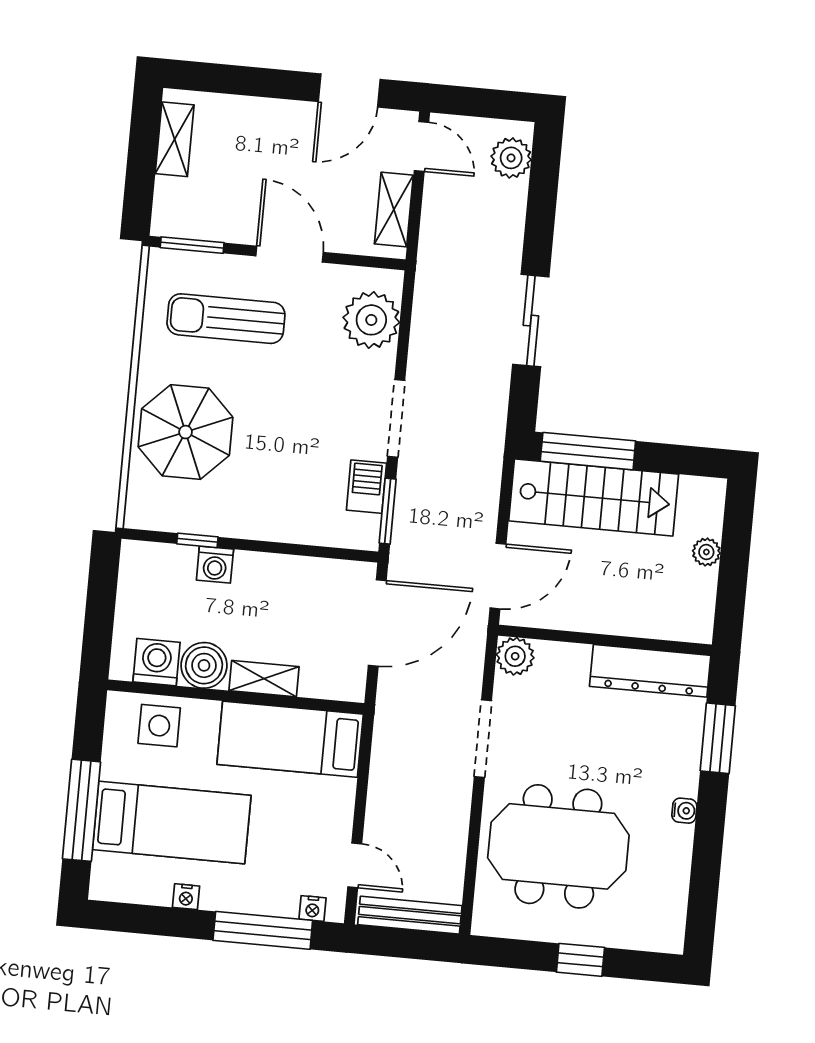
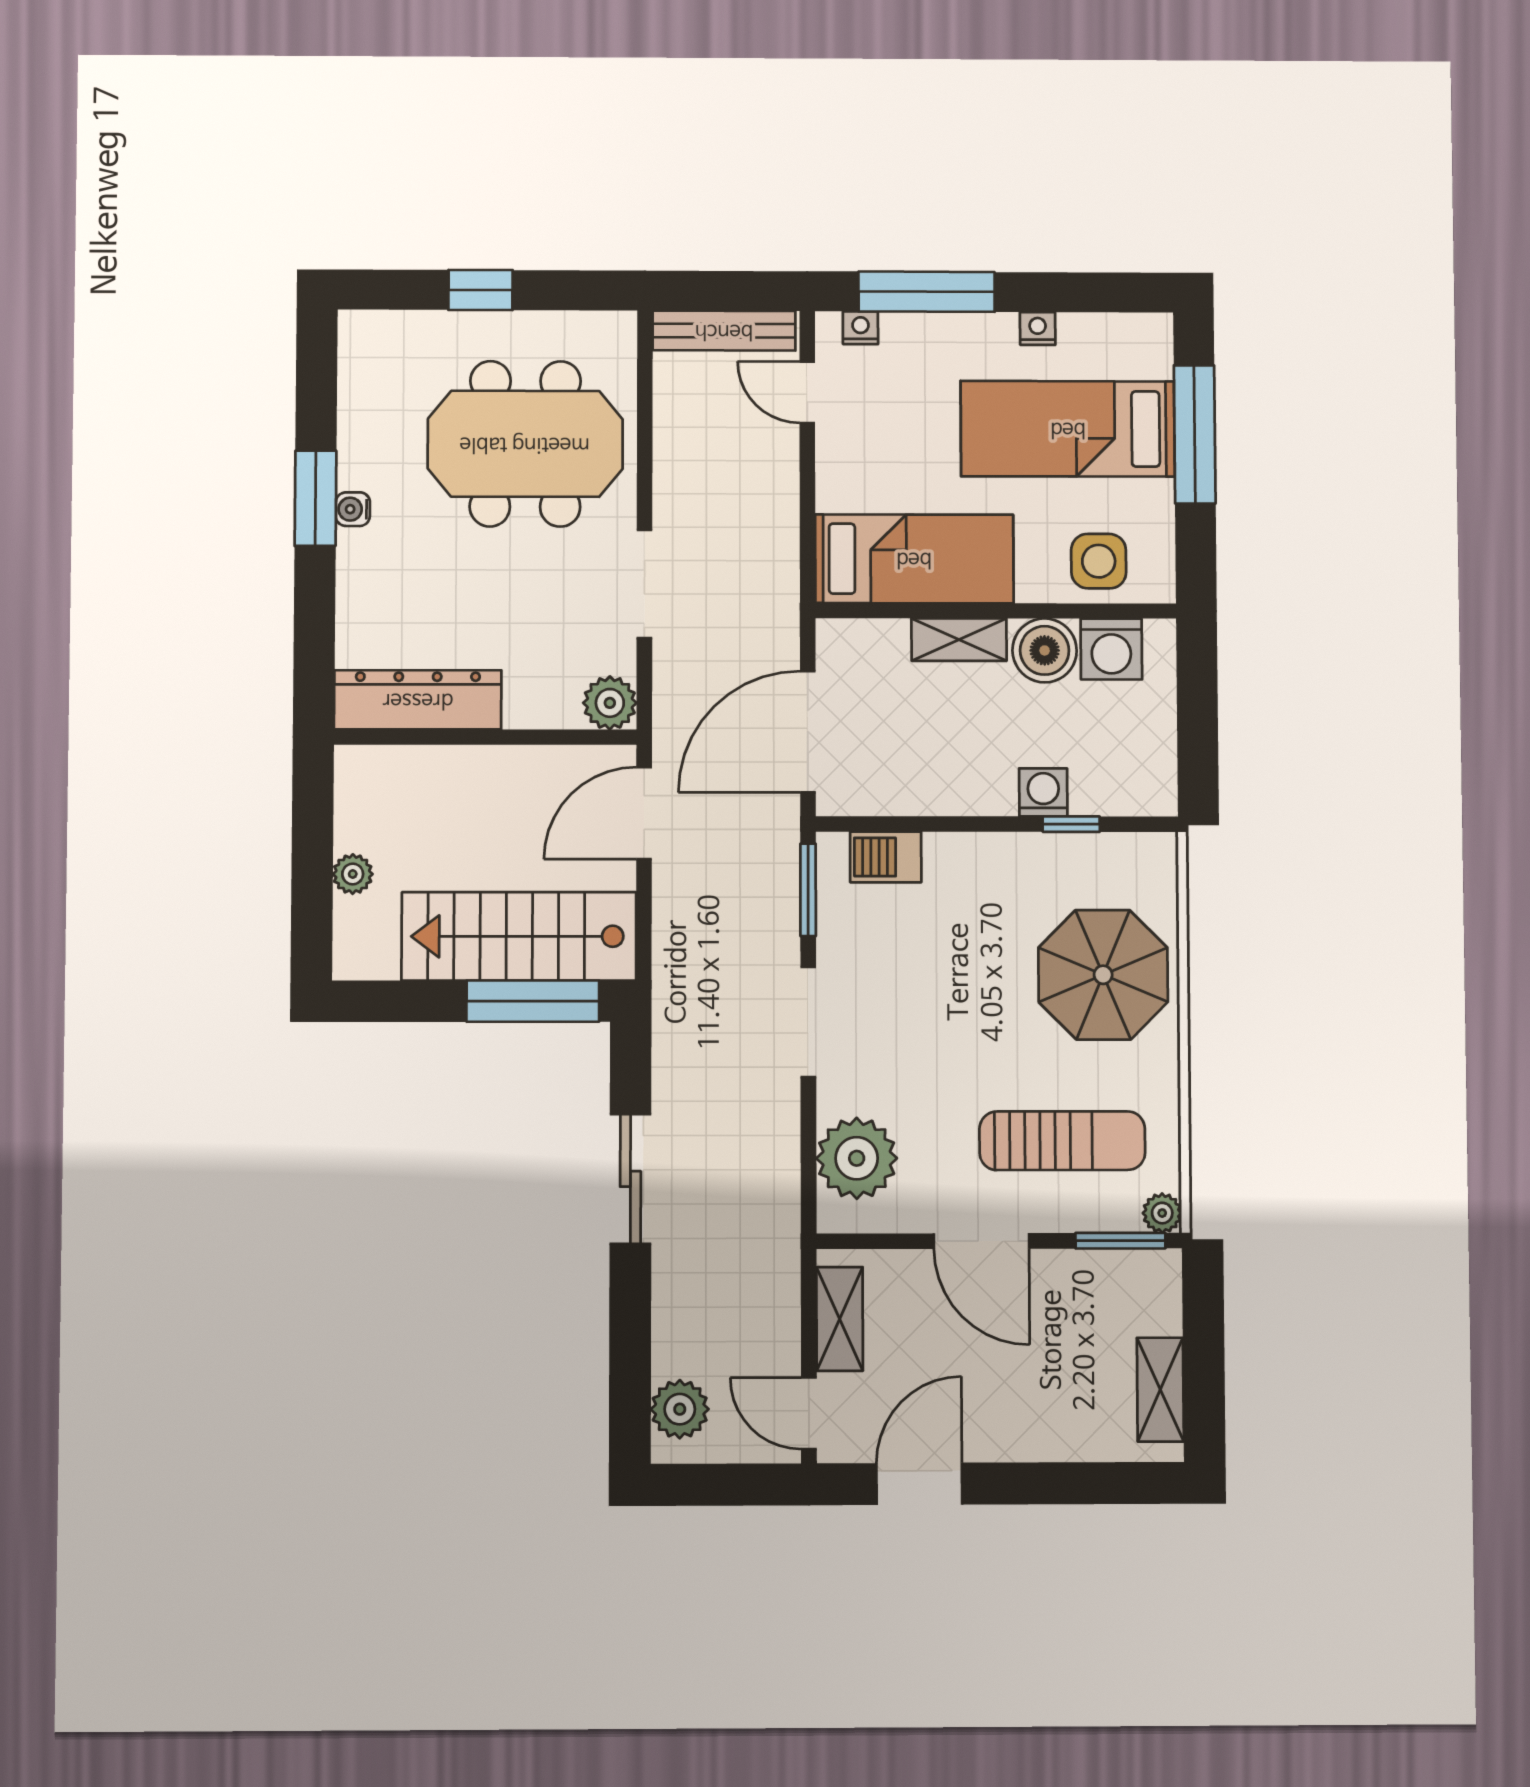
plant: (161, 262) -> (1162, 1213), added
barbecue: (366, 487) -> (886, 857), moved, turned 90
window: (718, 738) -> (315, 498), moved

